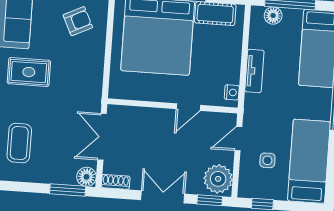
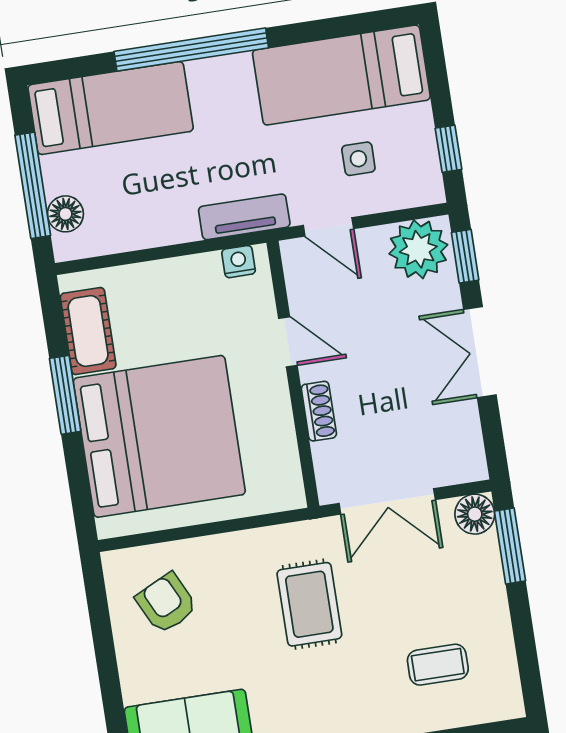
tv unit: (254, 71) -> (244, 217), moved
rug: (29, 72) -> (309, 604), moved
coffee table: (19, 143) -> (438, 665), width x0.73, depth x0.77
shoe rack: (116, 182) -> (319, 411), moved, turned 180

